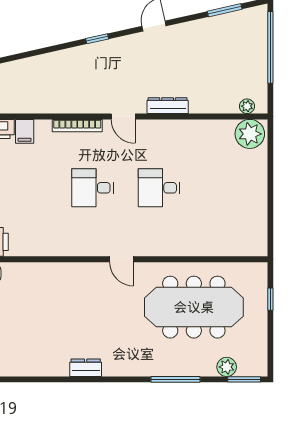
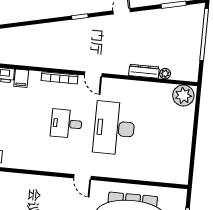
dresser: (168, 106) -> (144, 71), moved
plant: (247, 106) -> (165, 74), moved
desk: (159, 188) -> (114, 128), width x1.87, depth x1.30

